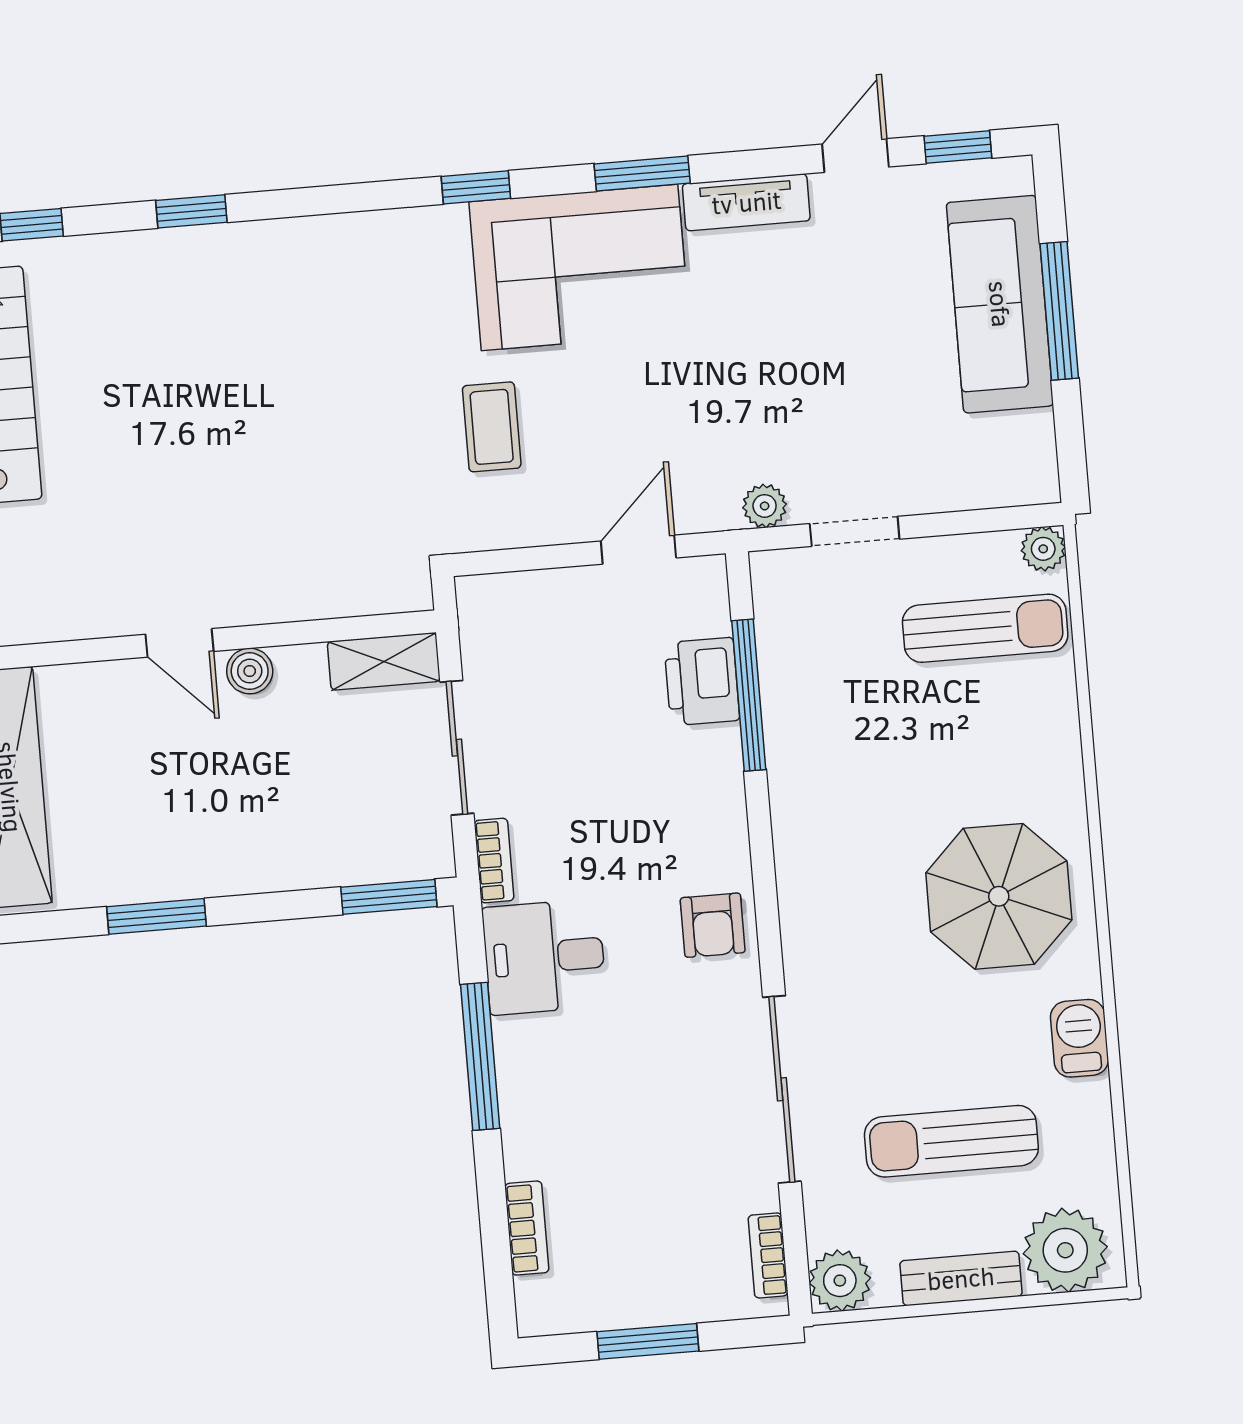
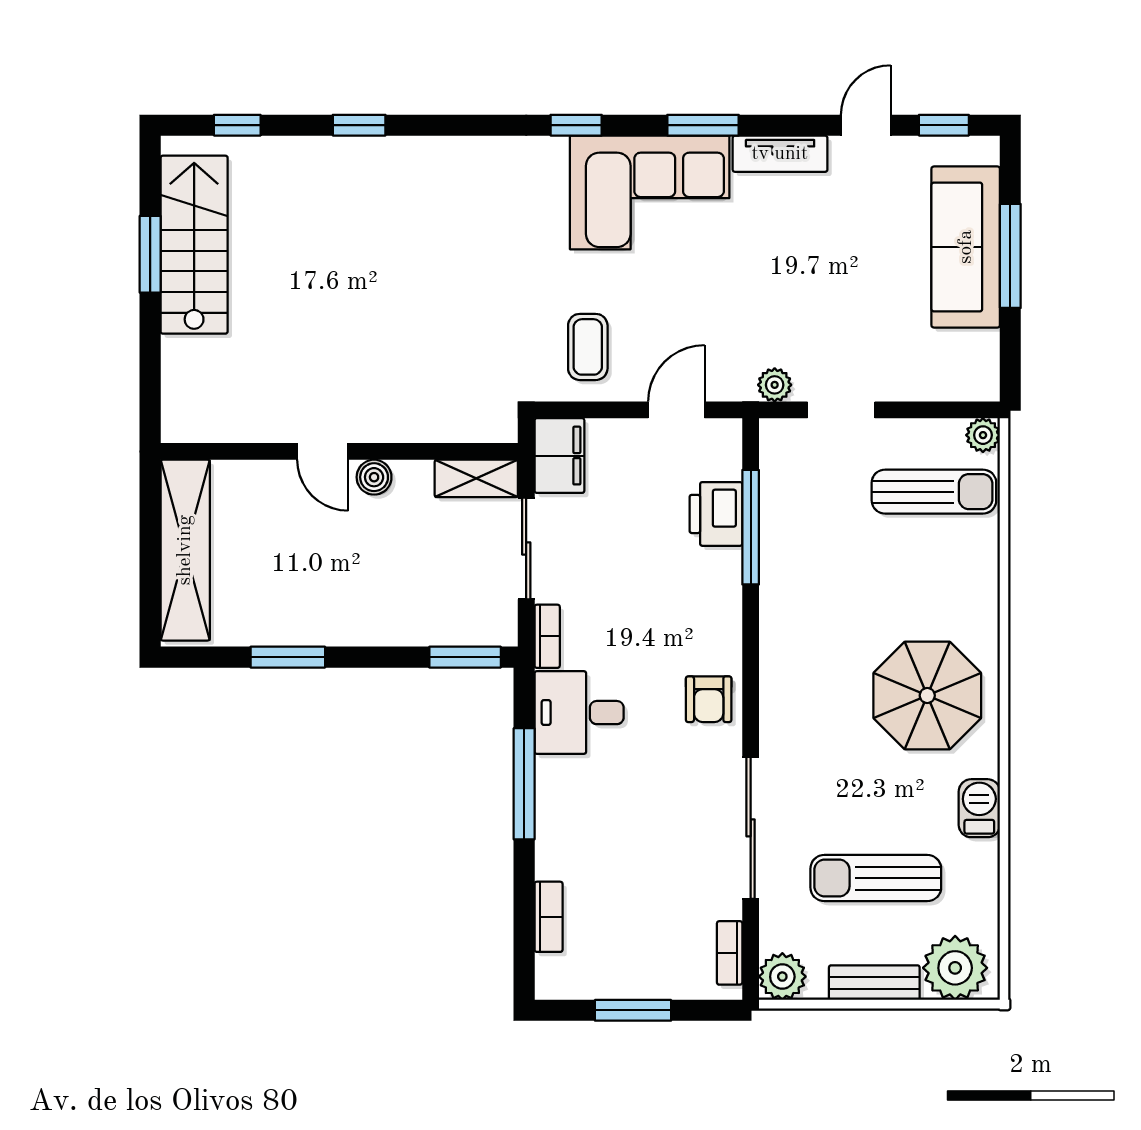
coffee table: (492, 427) -> (588, 347), moved
filing cabinet: (490, 622) -> (559, 456), added

